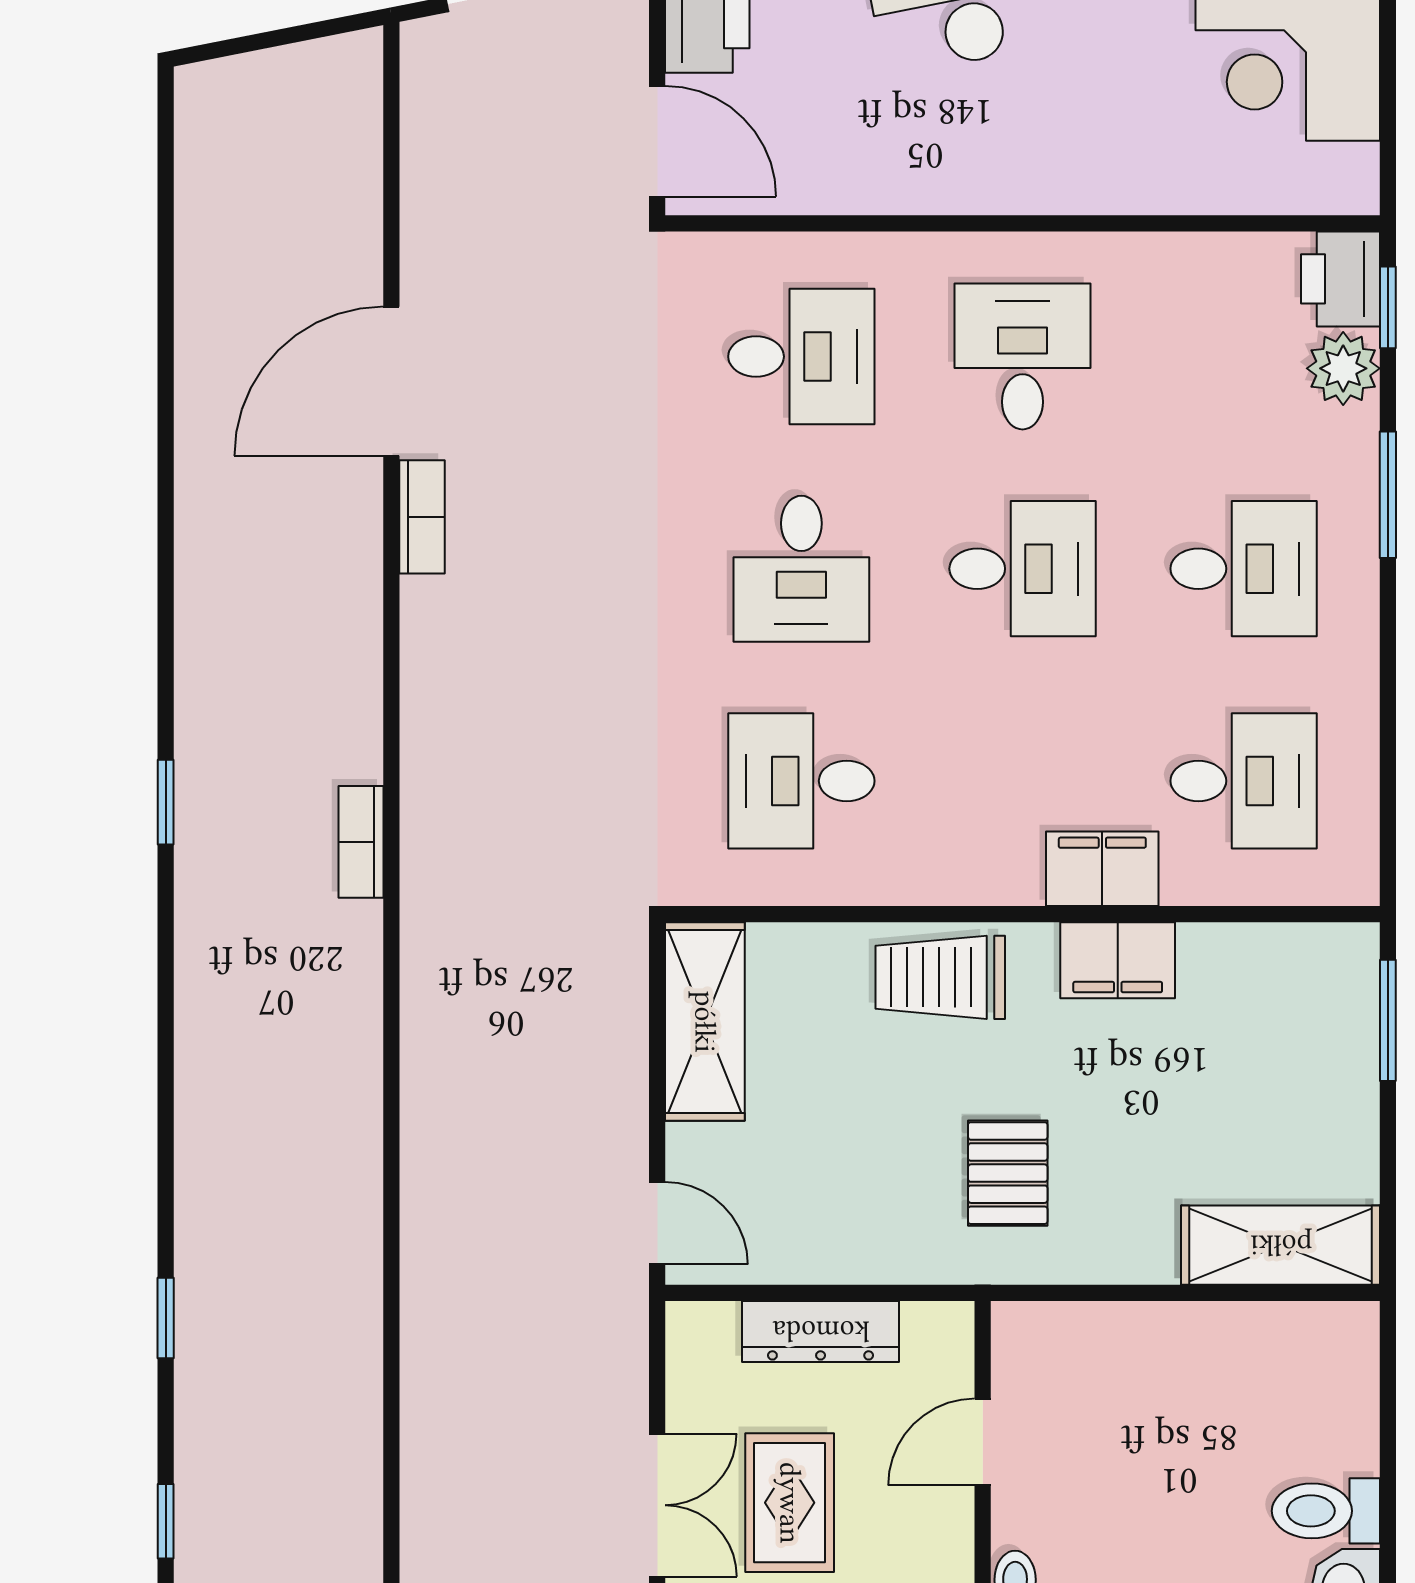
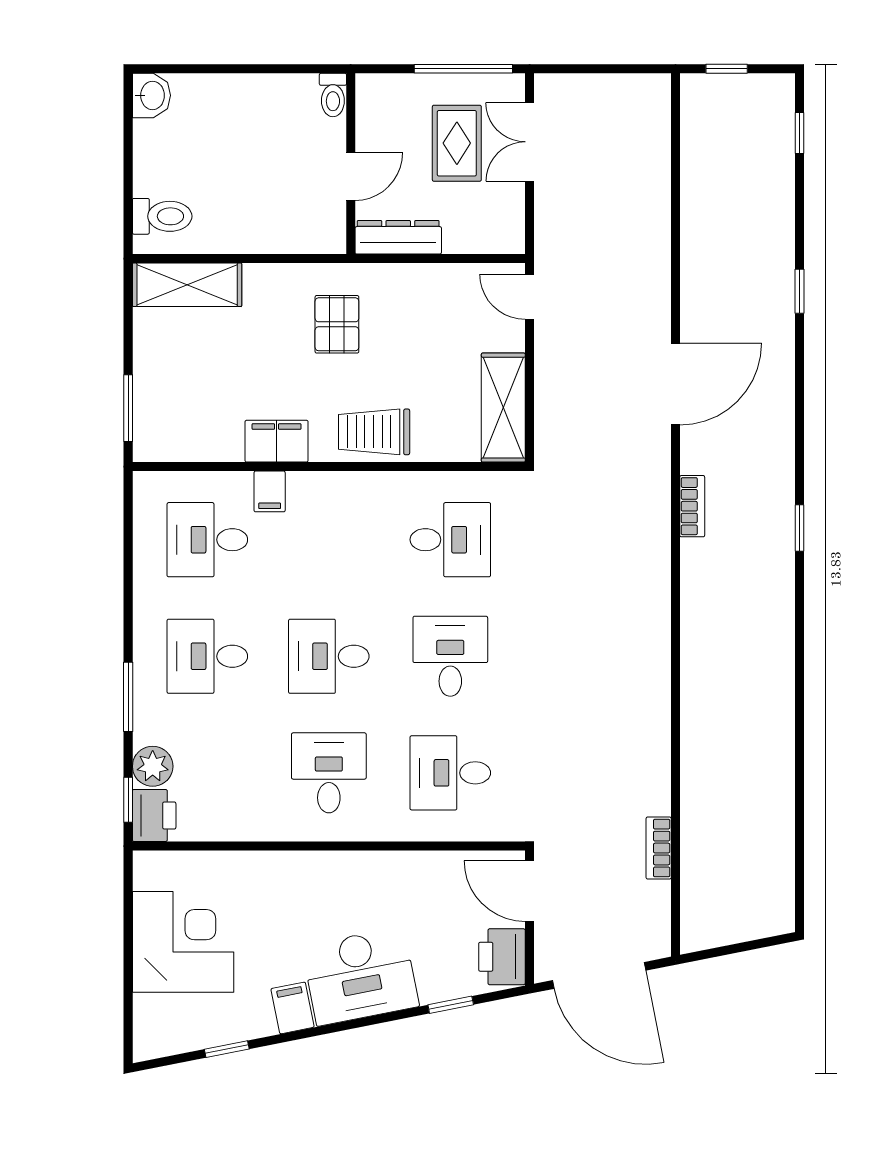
desk: (1023, 357) -> (329, 773), turned 180
door: (391, 381) -> (675, 384), moved
bookcase: (422, 517) -> (659, 848), moved
filing cabinet: (1102, 869) -> (270, 491), width x0.50
trolley: (940, 977) -> (374, 432), turned 180
window: (166, 1318) -> (800, 291), moved
dresser: (821, 1331) -> (398, 237), moved
toilet: (1326, 1511) -> (162, 216), moved

